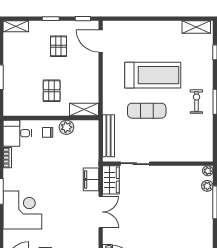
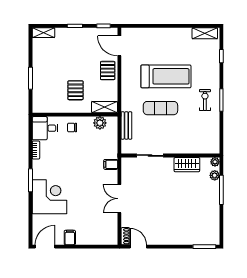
pallet: (58, 46) -> (108, 71), moved
plant: (66, 127) -> (100, 123), moved
bench: (109, 136) -> (126, 125), width x0.73
filing cabinet: (91, 179) -> (111, 164), width x0.50
wardrobe: (111, 180) -> (187, 165), moved, turned 90
double door: (101, 212) -> (119, 199), swing flipped

